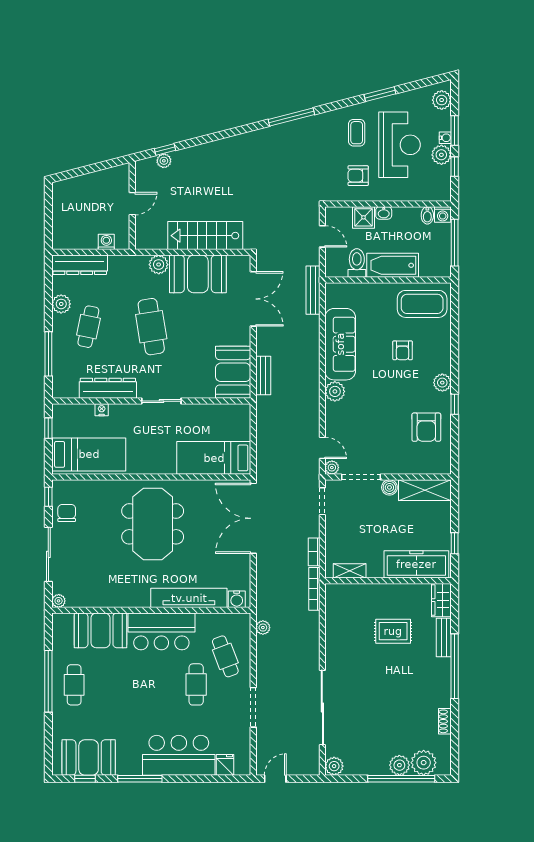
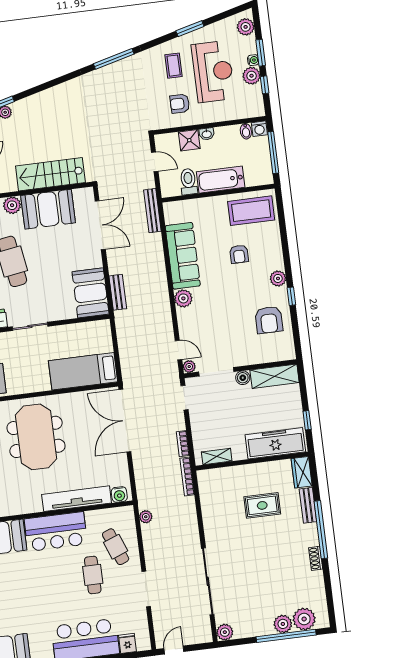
shoe rack: (445, 721) -> (316, 558), moved

